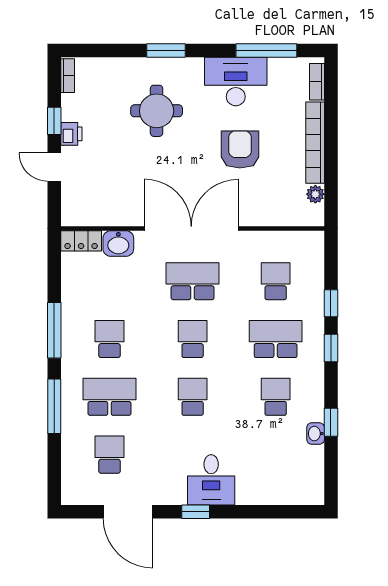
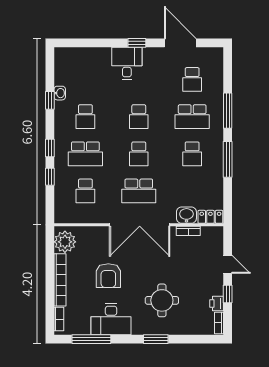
printer: (71, 134) -> (217, 303), moved
plant: (315, 194) -> (65, 242), width x1.88, depth x1.88
bookcase: (115, 219) -> (188, 231), added

